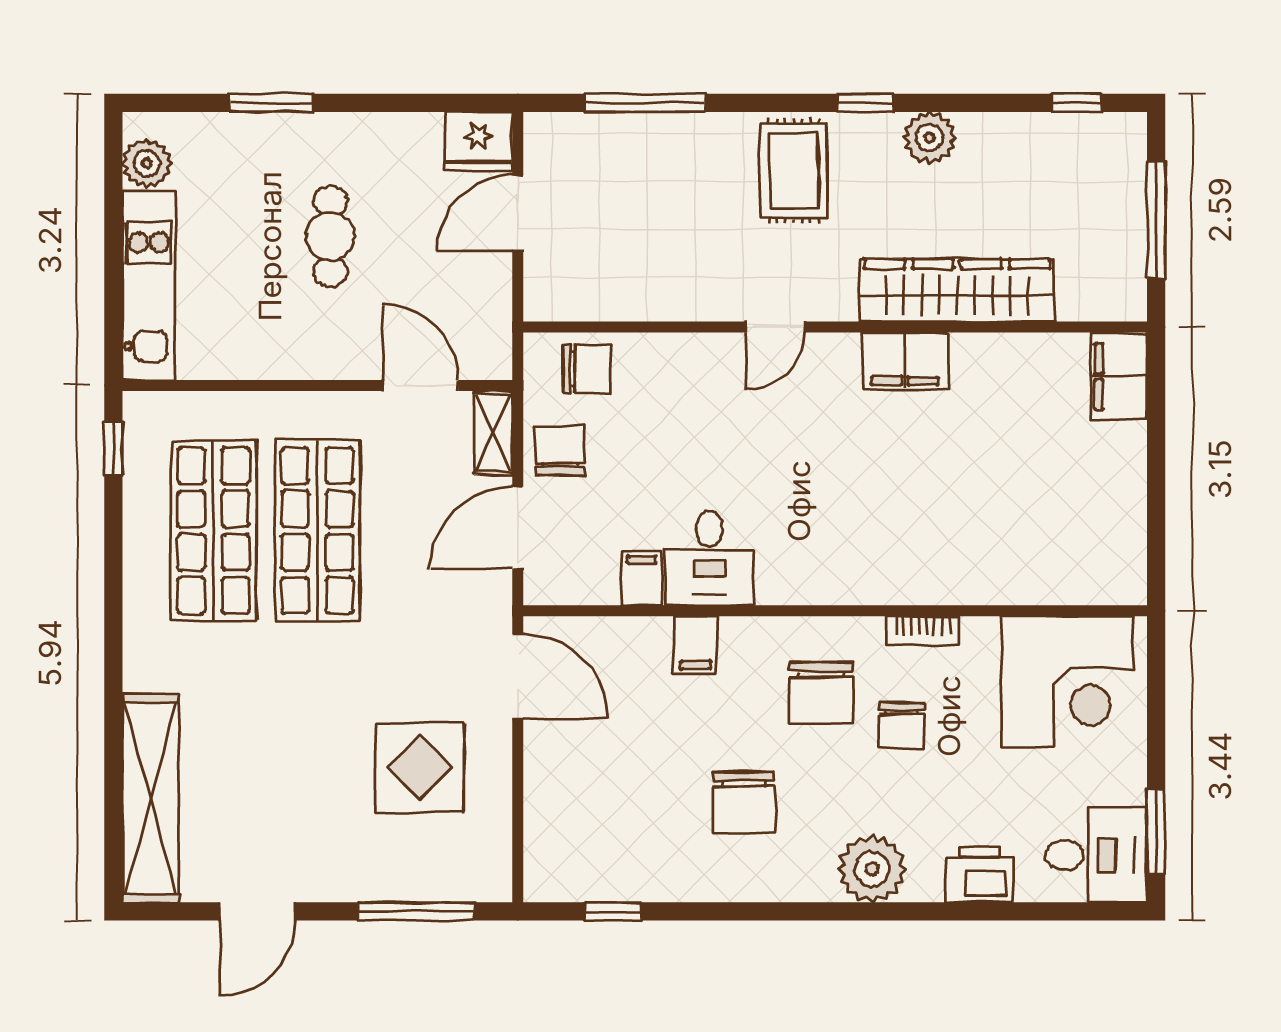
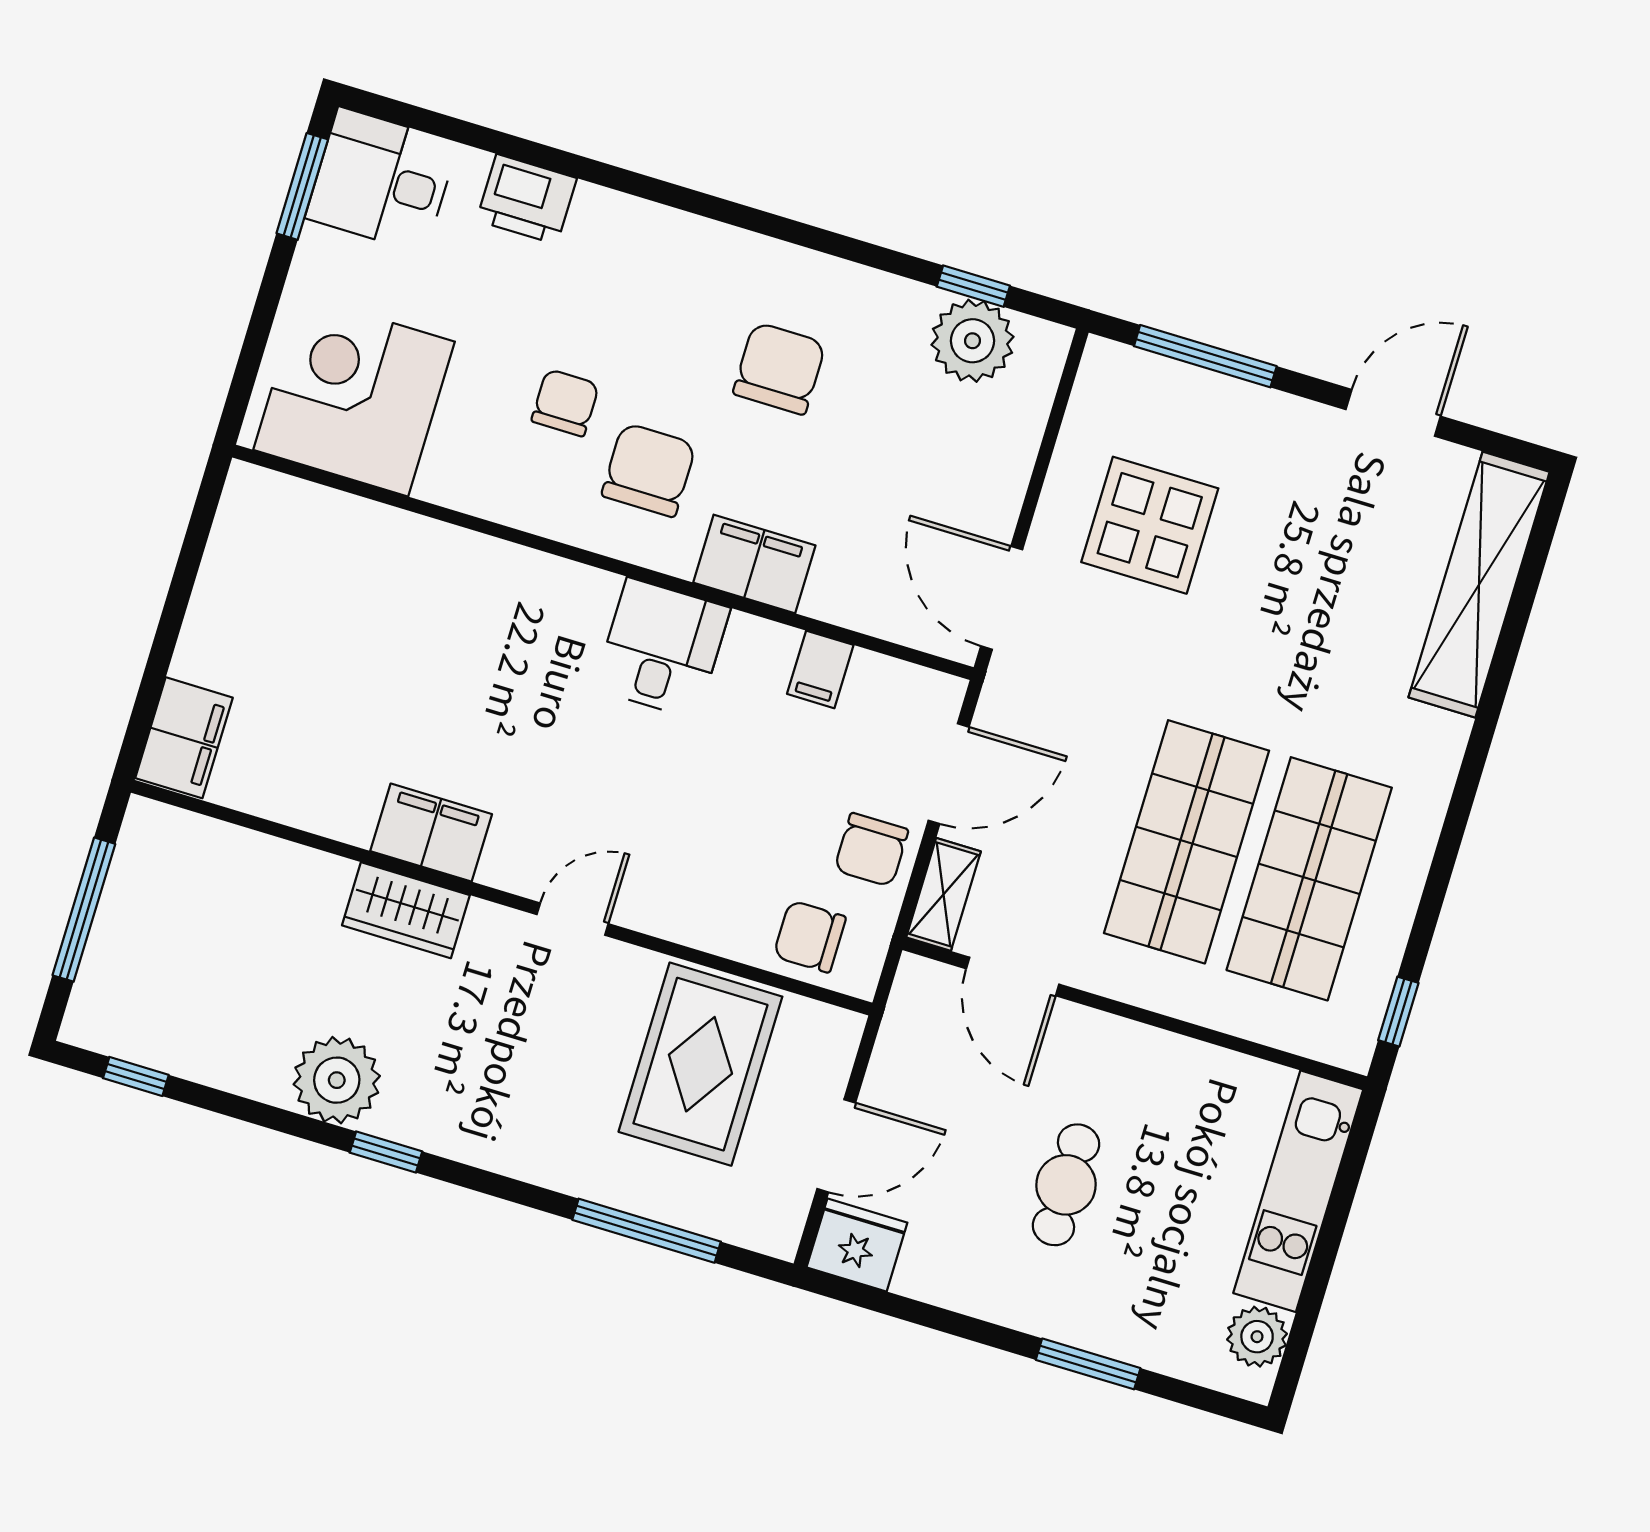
plant: (930, 138) -> (337, 1080), width x1.36, depth x1.36
rug: (794, 171) -> (700, 1064), moved, width x1.36, depth x1.43
wardrobe: (957, 290) -> (406, 910), width x0.48, depth x0.85
desk: (709, 558) -> (662, 648), moved
bookcase: (923, 631) -> (506, 507), removed
filing cabinet: (696, 645) -> (754, 564), width x2.00
plant: (872, 869) -> (972, 341), moved

